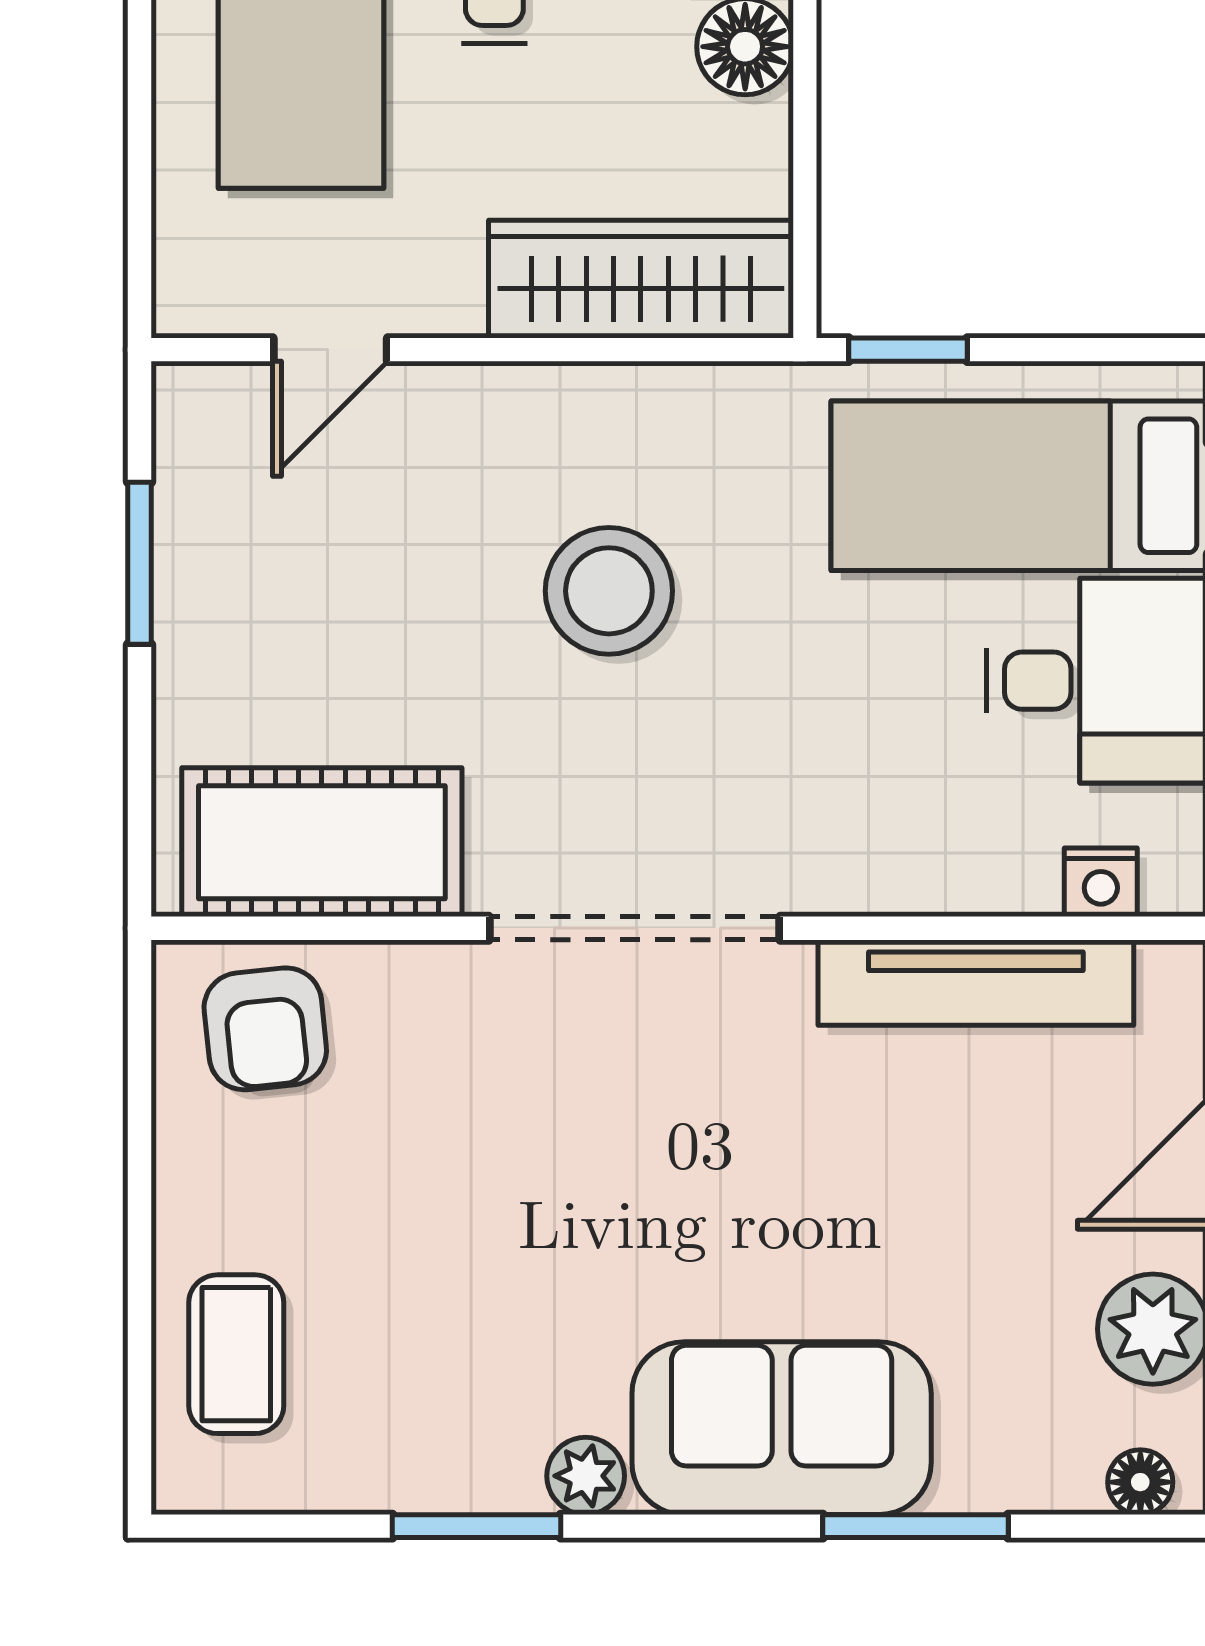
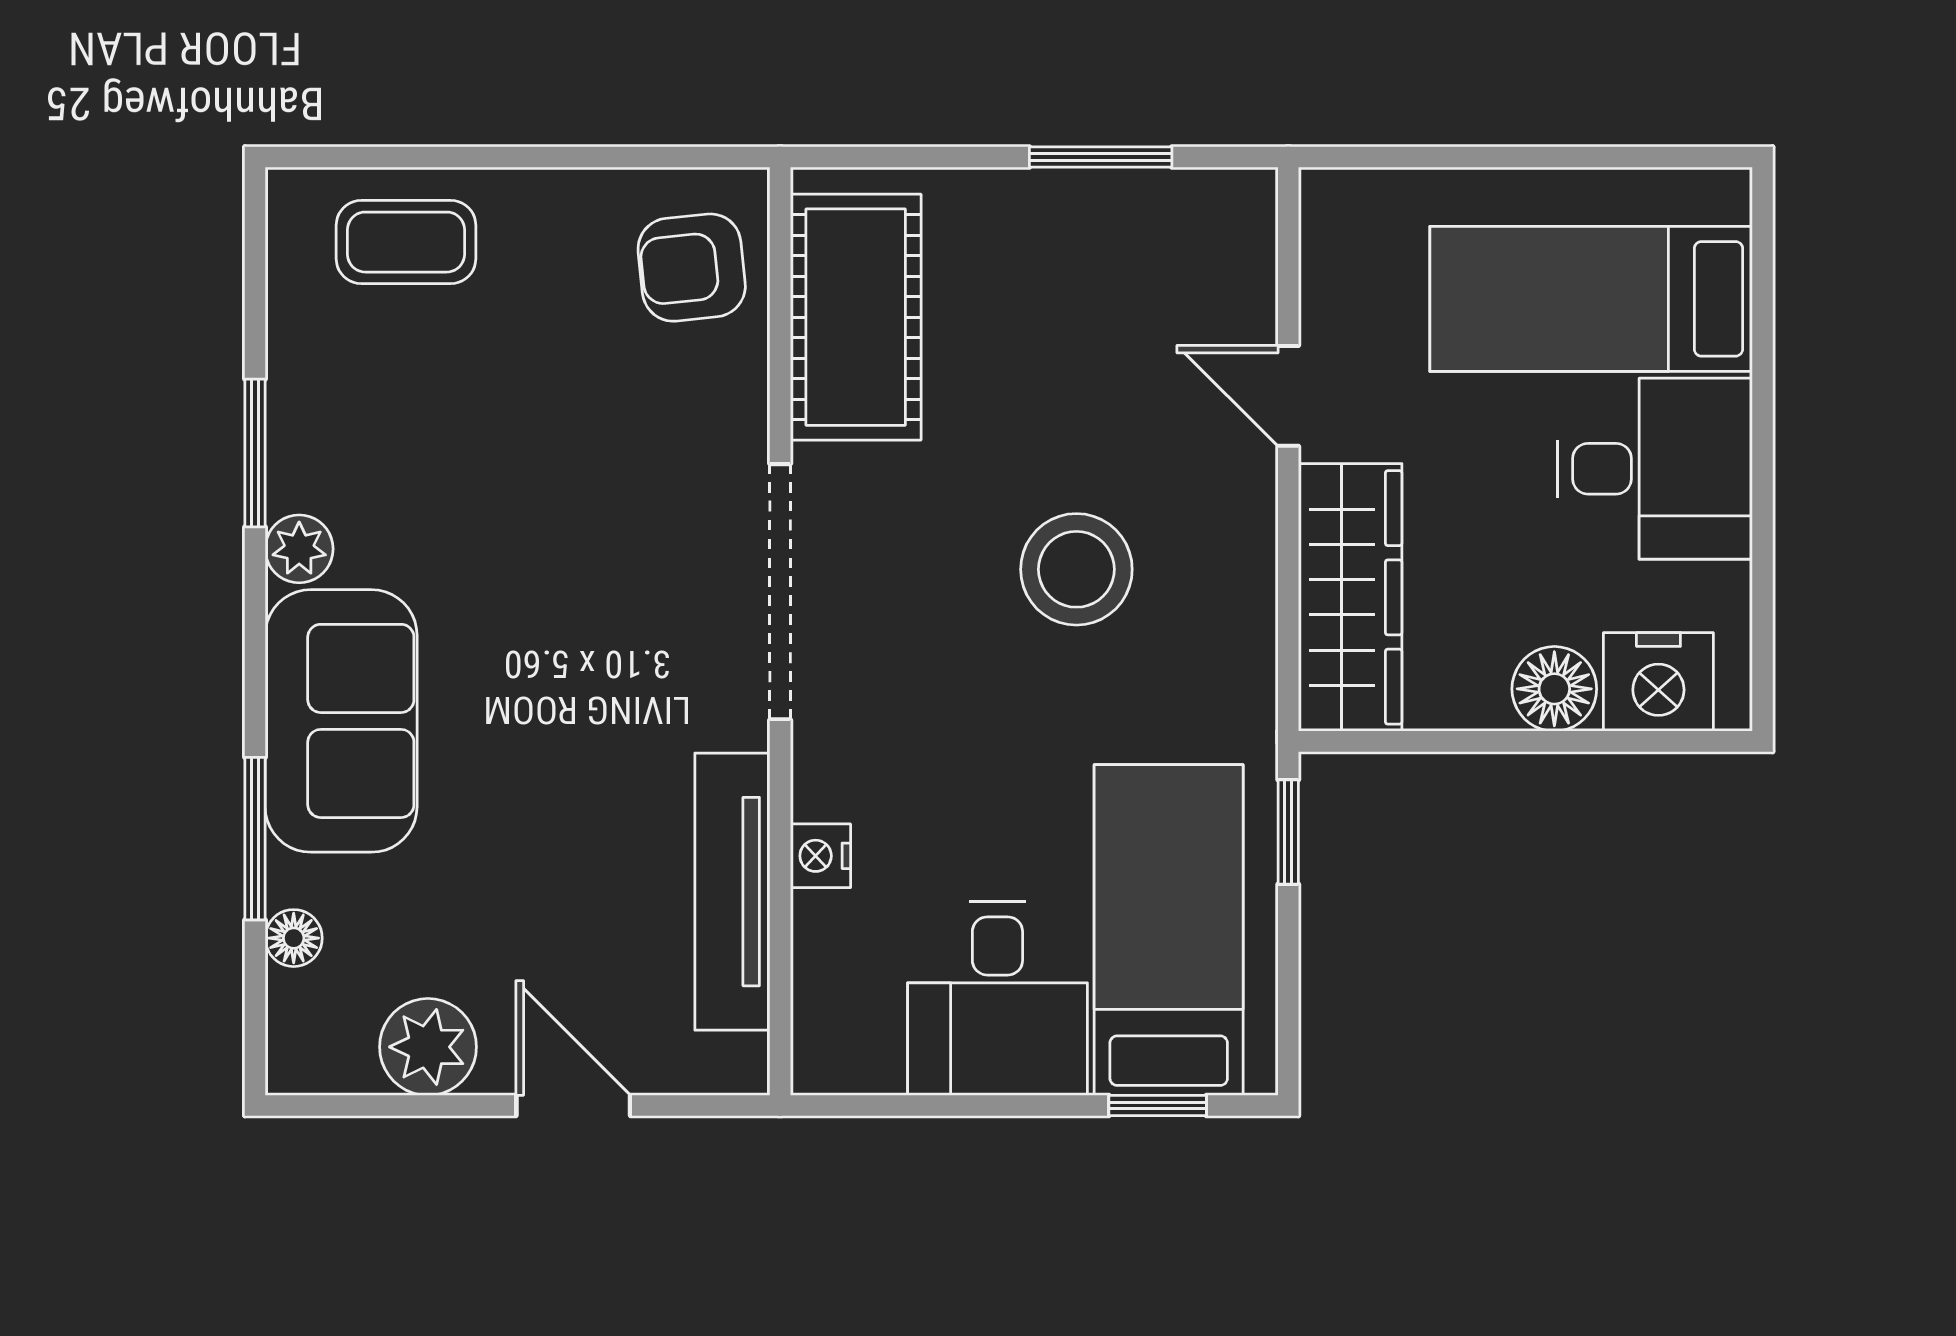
door: (330, 350) -> (1288, 396), moved
nightstand: (1101, 882) -> (820, 856), moved
floor lamp: (1140, 1482) -> (294, 938), moved

